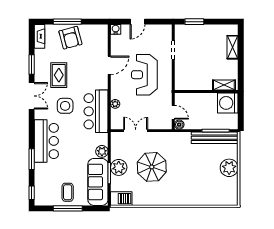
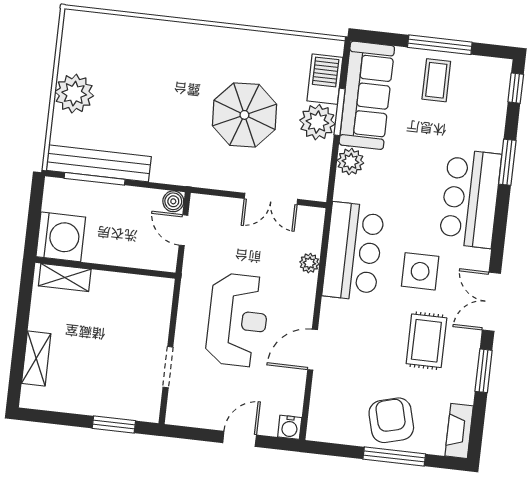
barbecue: (121, 199) -> (325, 79), moved, turned 90

